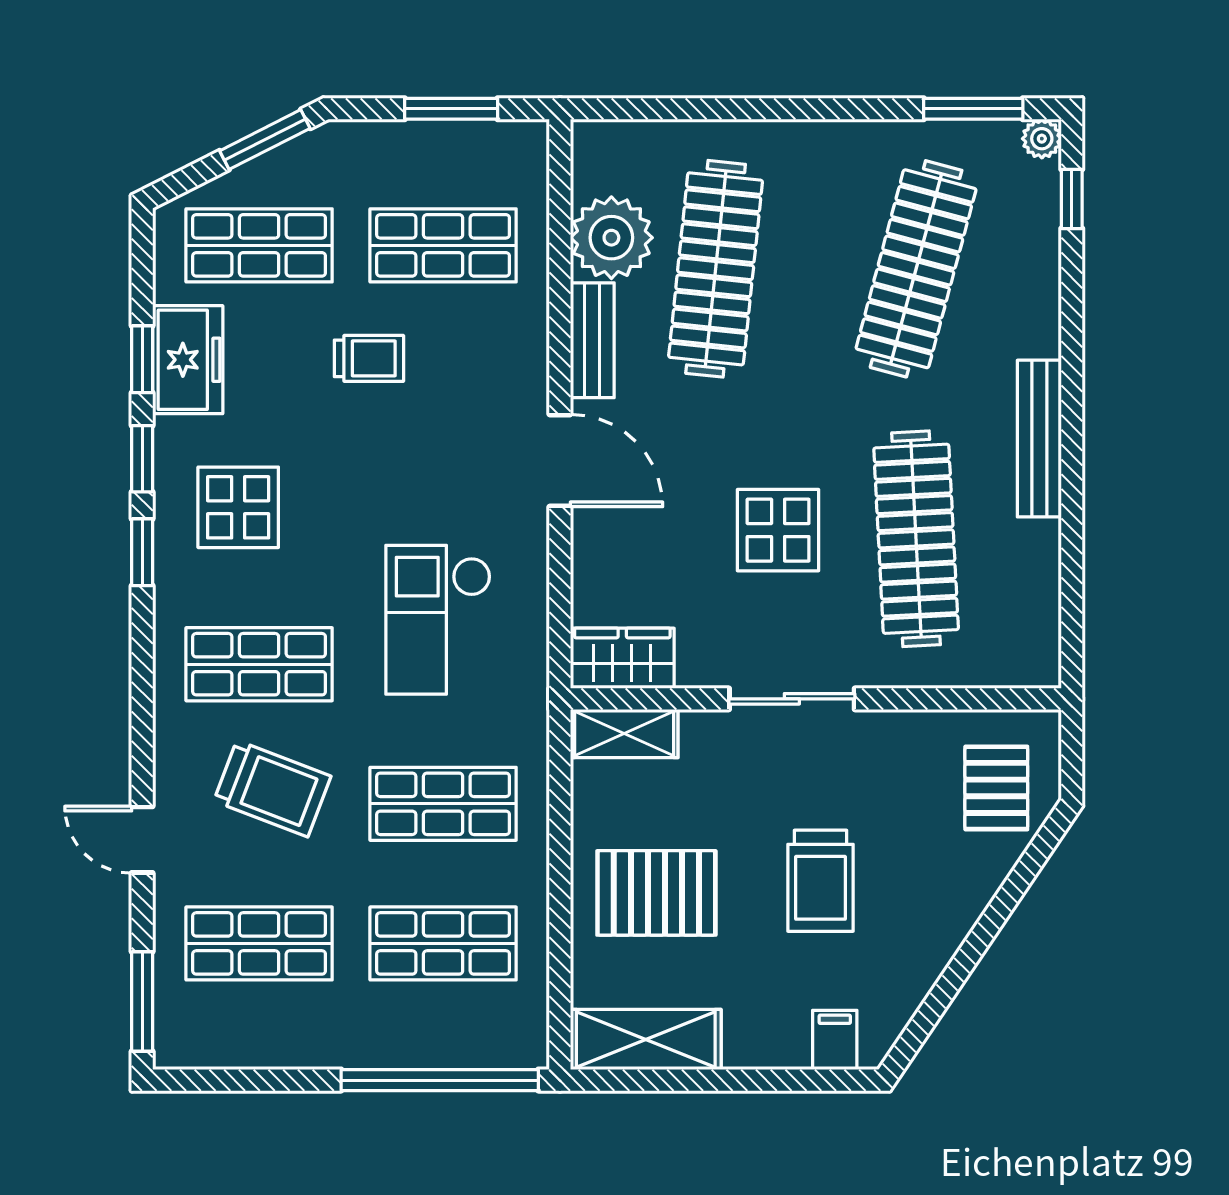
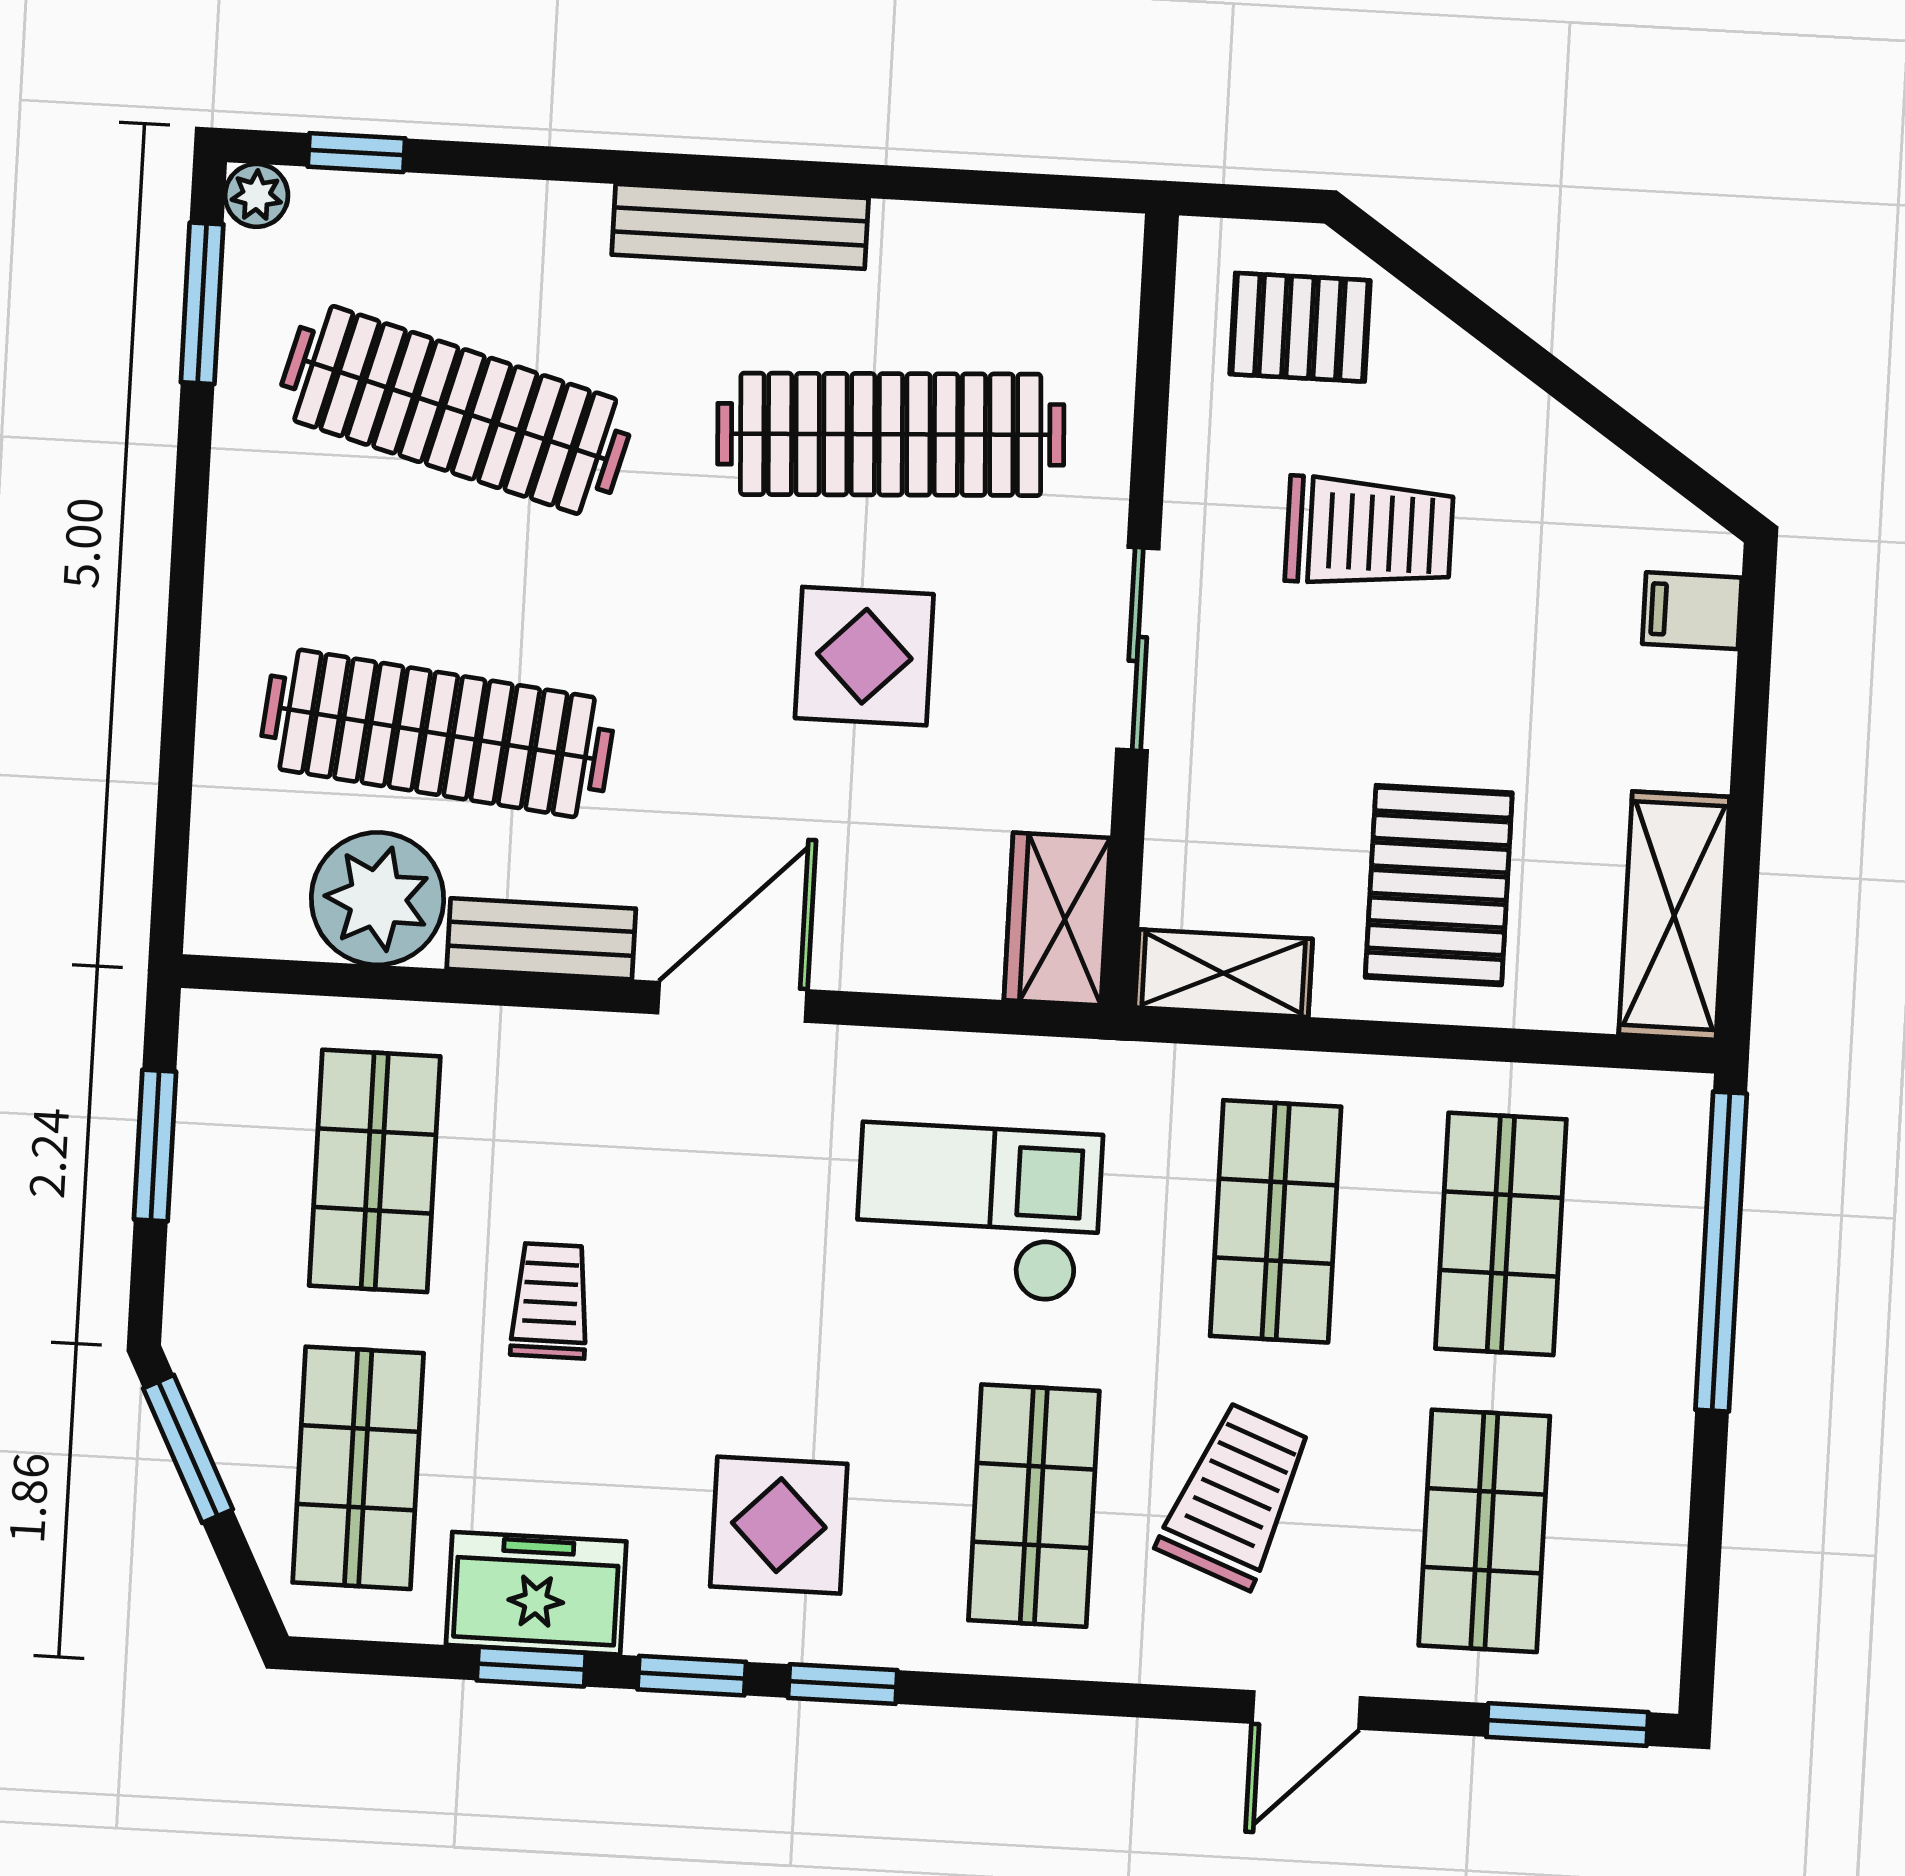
checkout: (438, 620) -> (978, 1213), turned 180
shelving: (624, 733) -> (1224, 973), moved, turned 90
trolley: (820, 881) -> (1369, 532), moved

